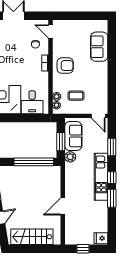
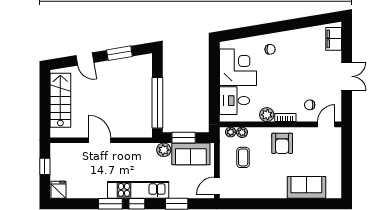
plant: (43, 77) -> (267, 115), added

